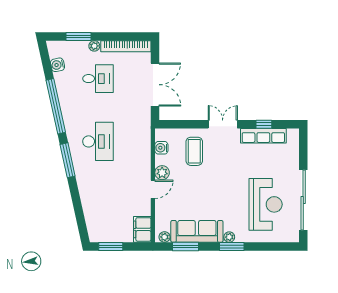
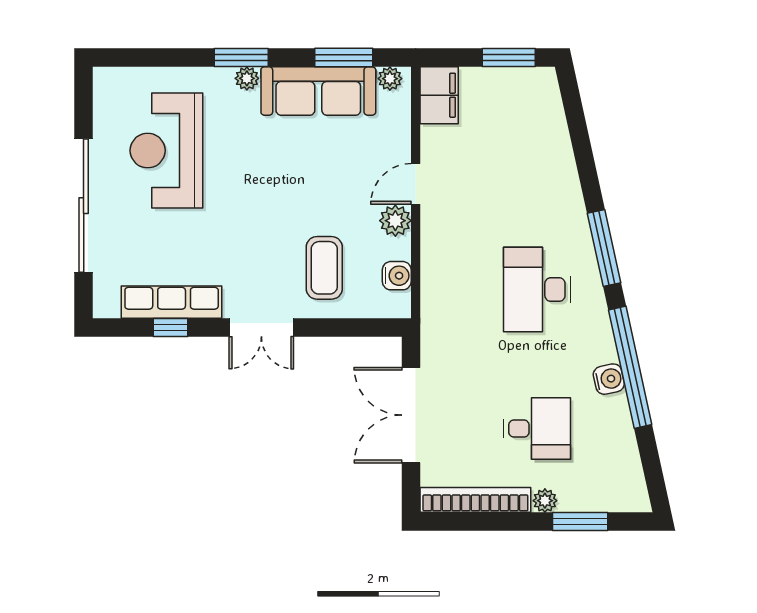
water cooler: (58, 65) -> (609, 379), moved
desk: (98, 79) -> (537, 429), turned 180
sliding door: (303, 200) -> (84, 206), moved

